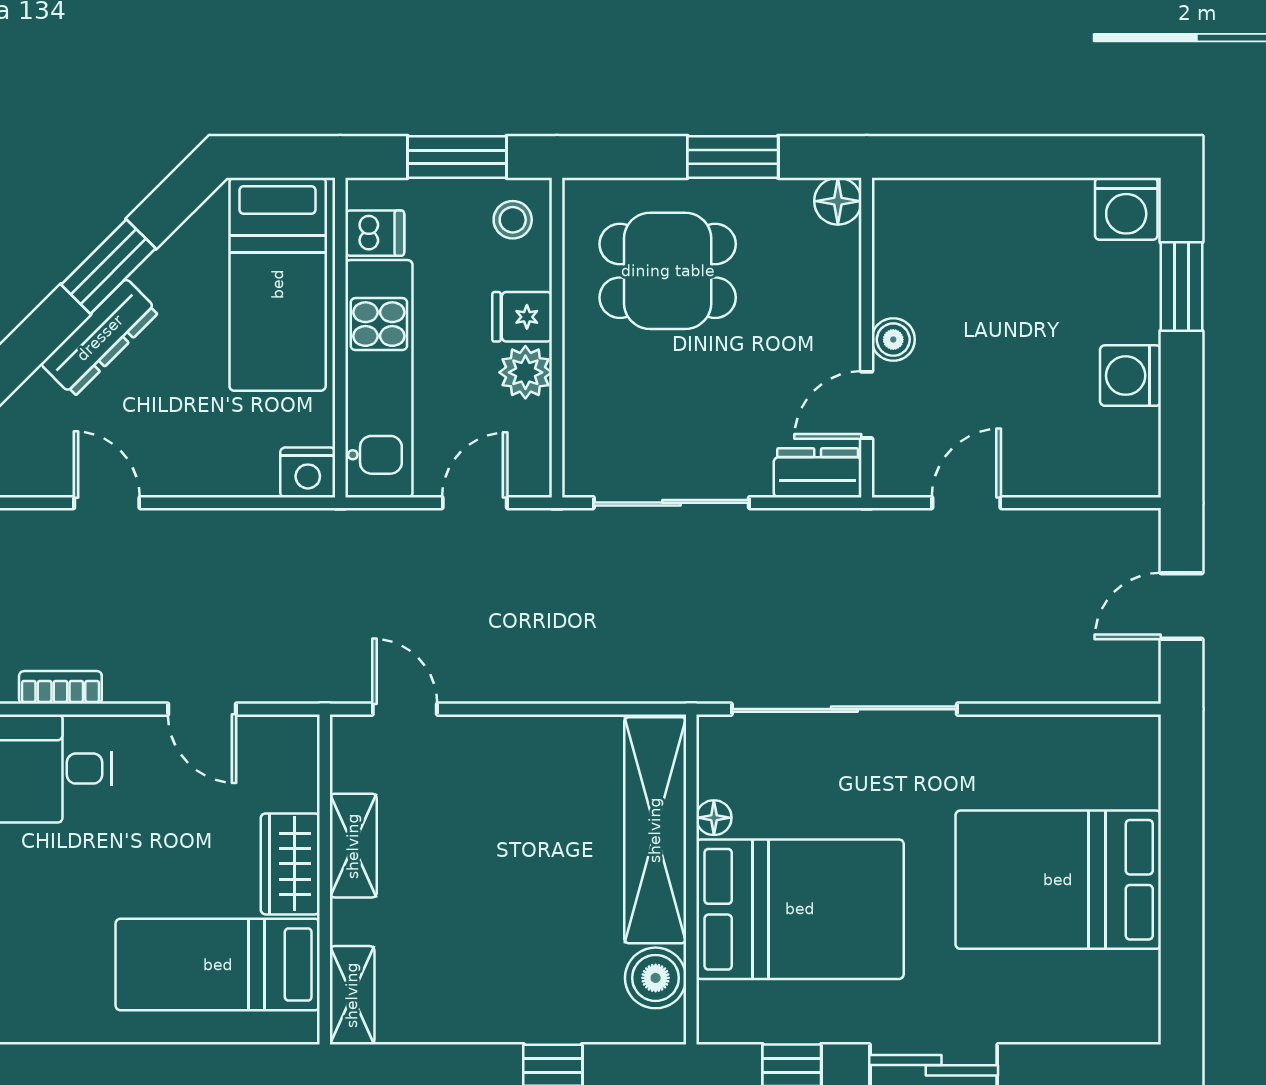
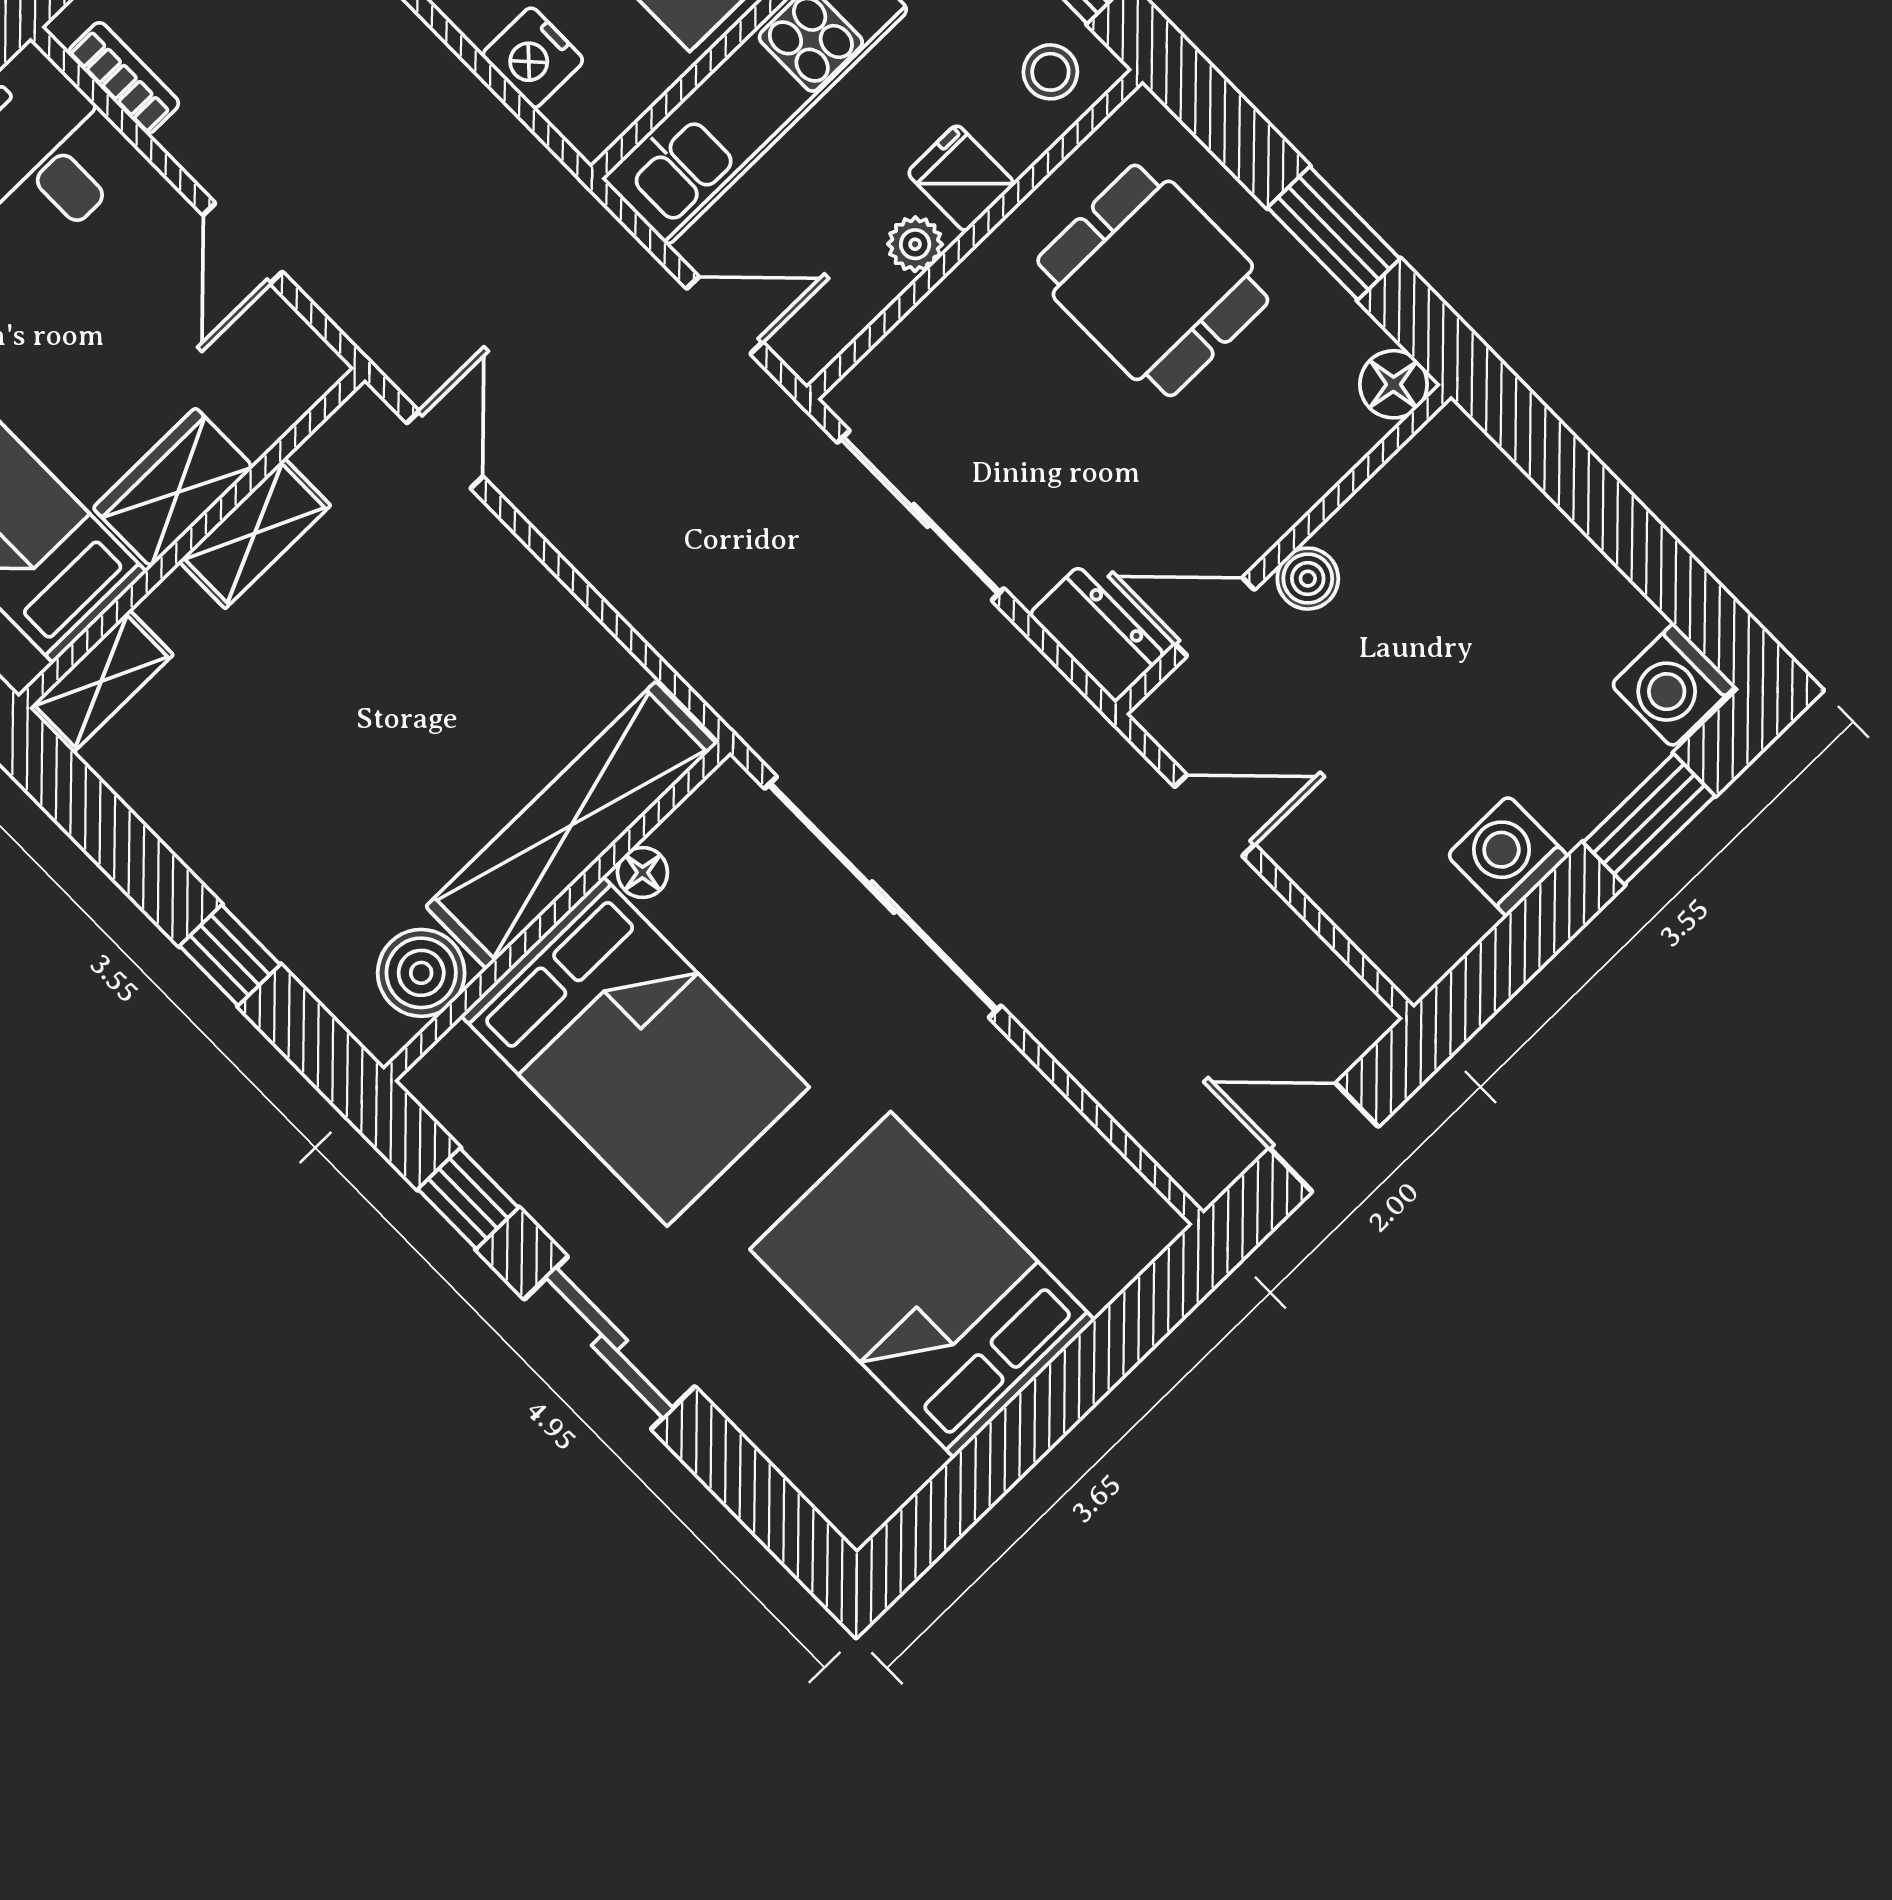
plant: (525, 372) -> (915, 244), width x0.73, depth x0.73
nightstand: (308, 472) -> (533, 58), moved

